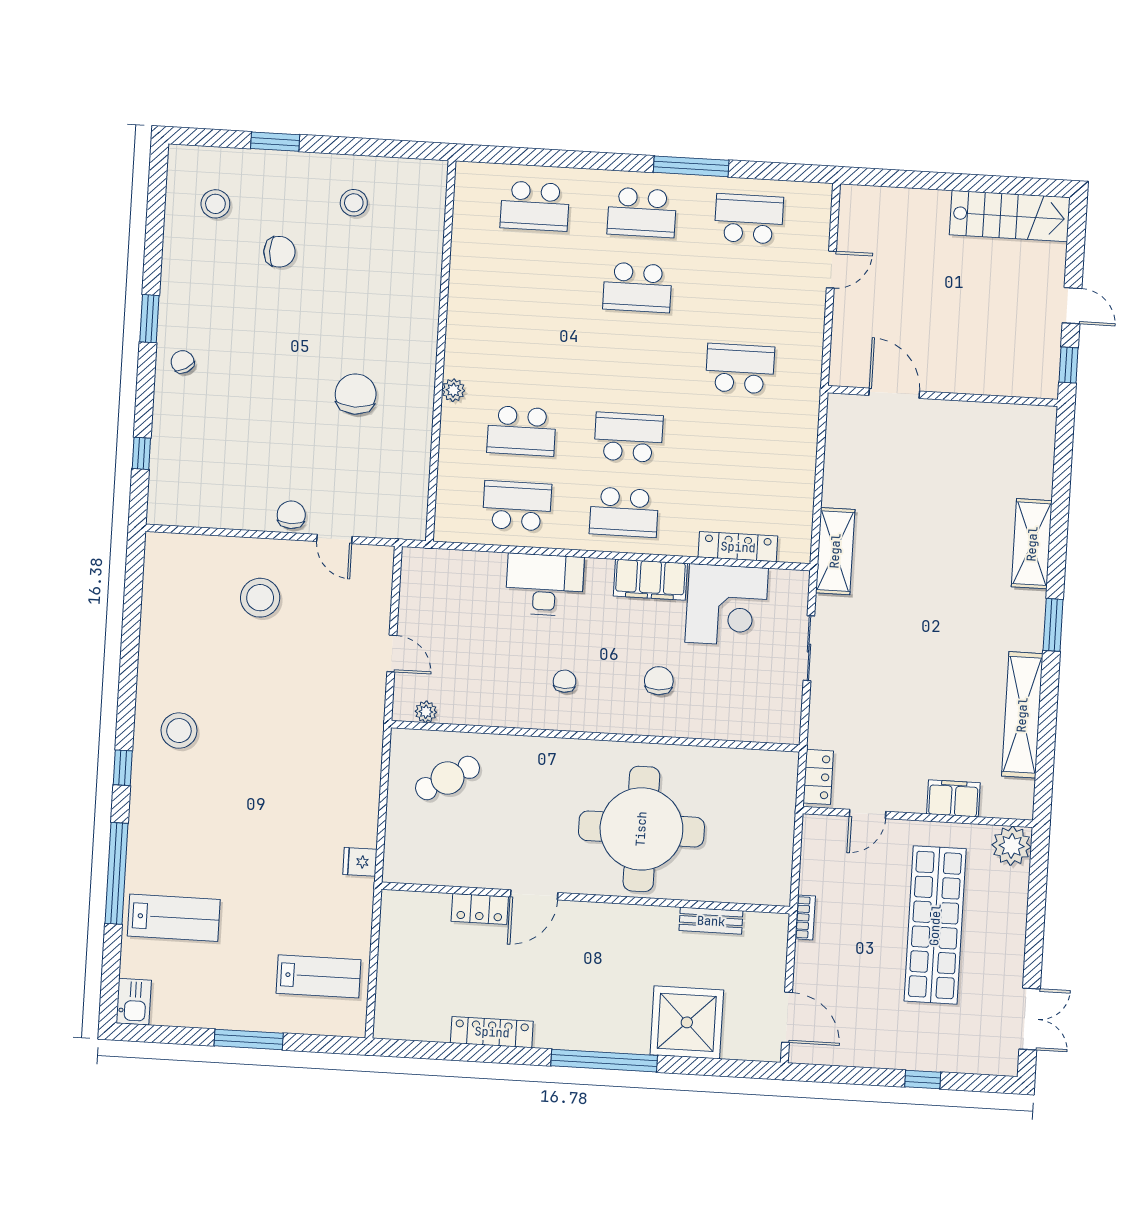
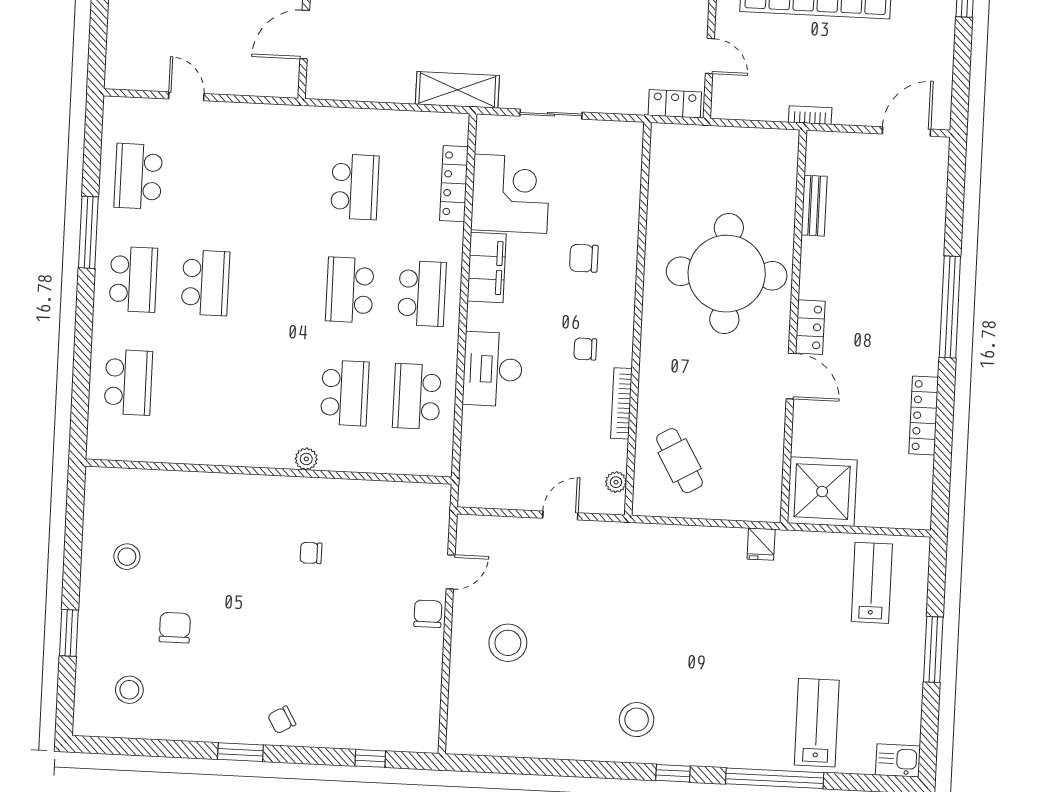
school desk: (740, 369) -> (355, 187), moved, turned 180
chair: (356, 394) -> (311, 553), width x0.54, depth x0.54
chair: (291, 515) -> (428, 614), turned 90
bookcase: (508, 718) -> (621, 403), added
locker: (480, 909) -> (810, 327), moved
shower: (687, 1022) -> (822, 492), moved

